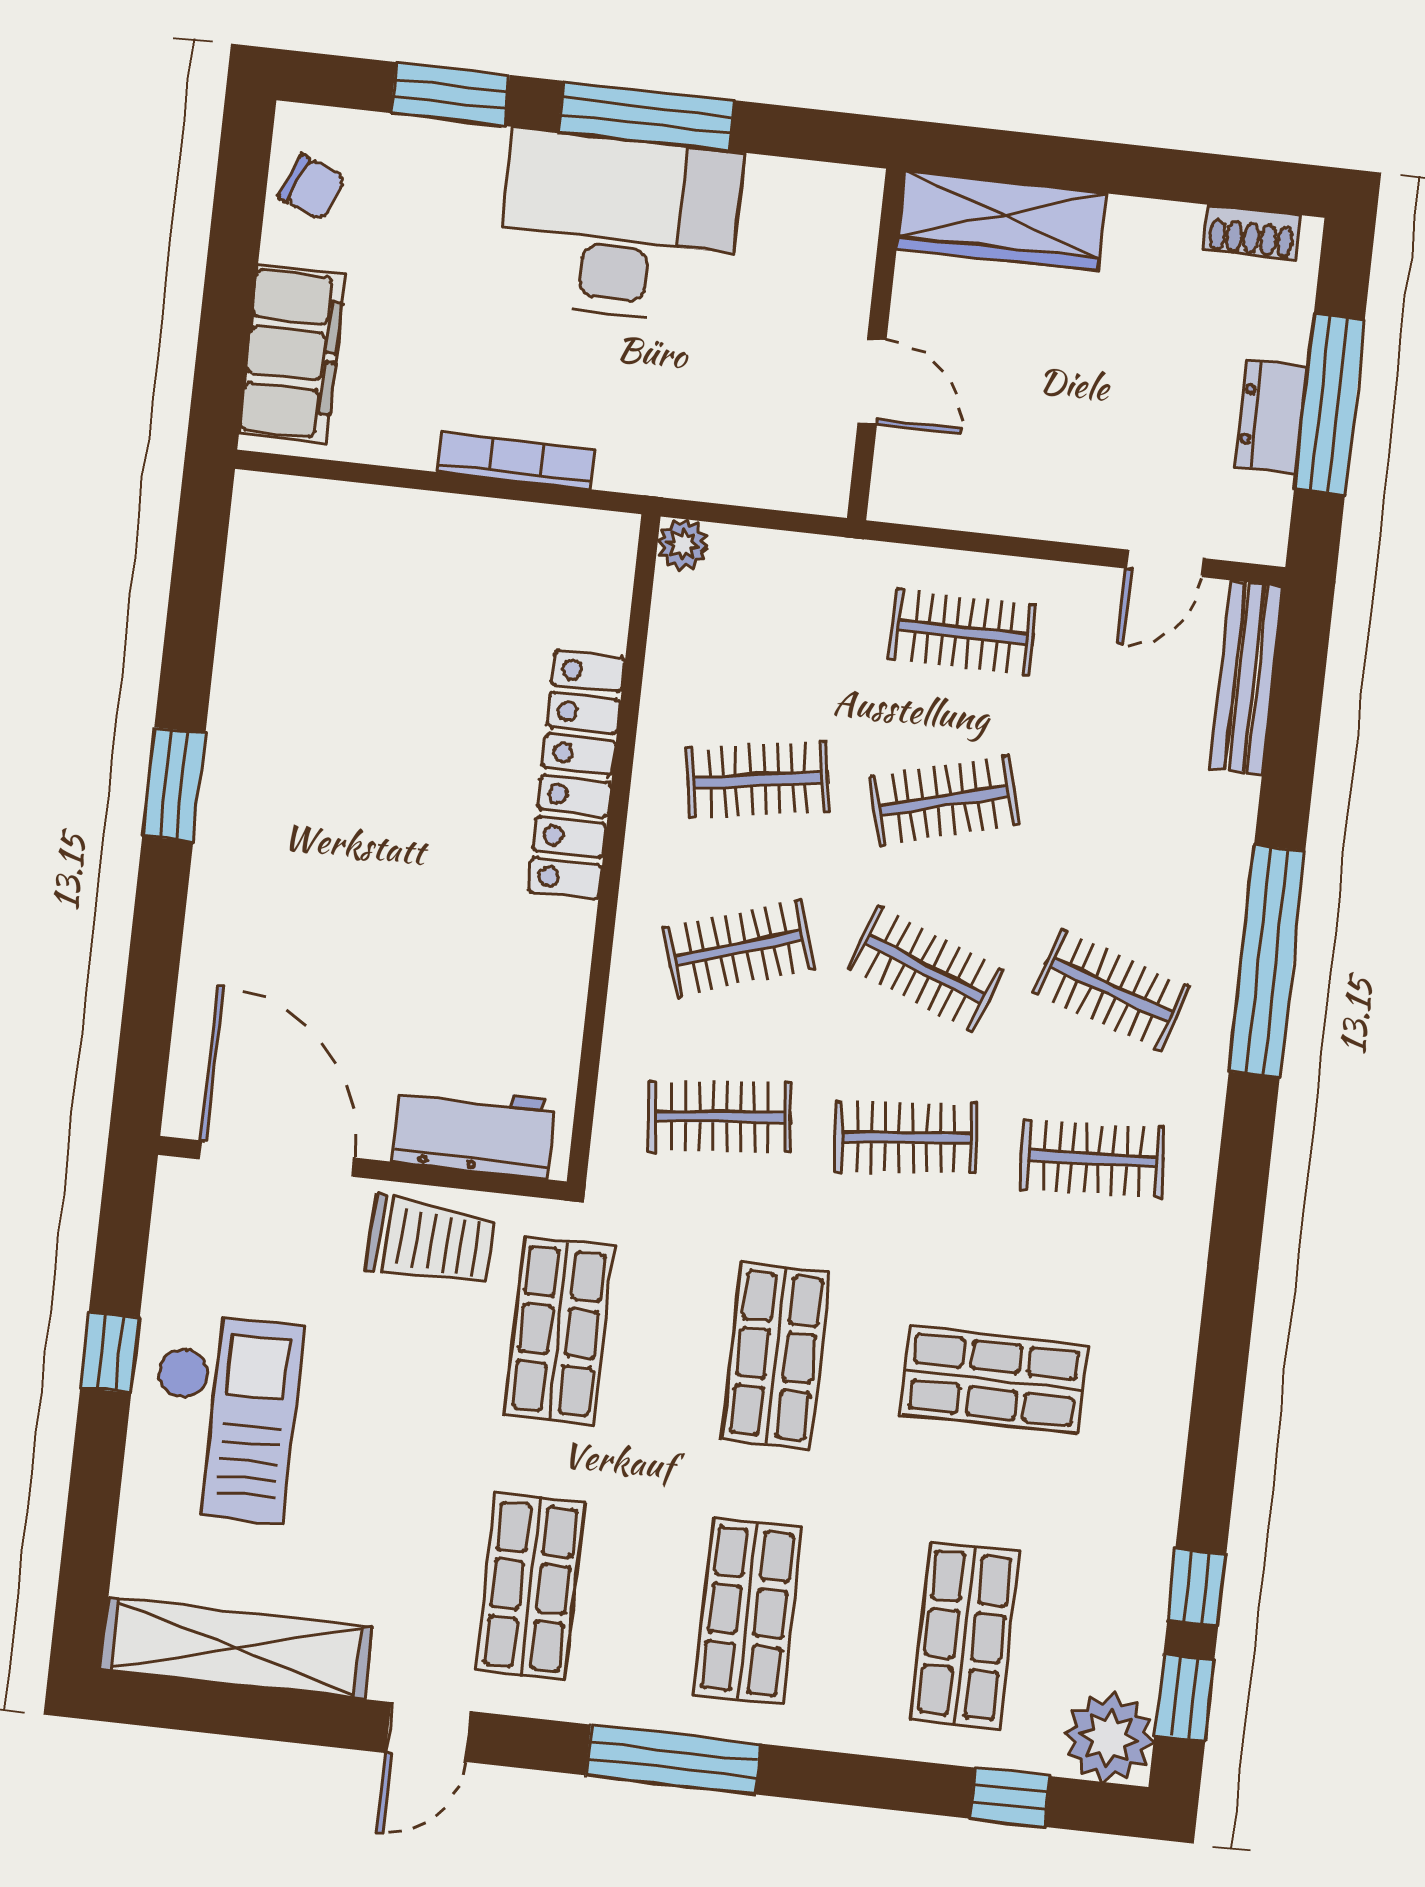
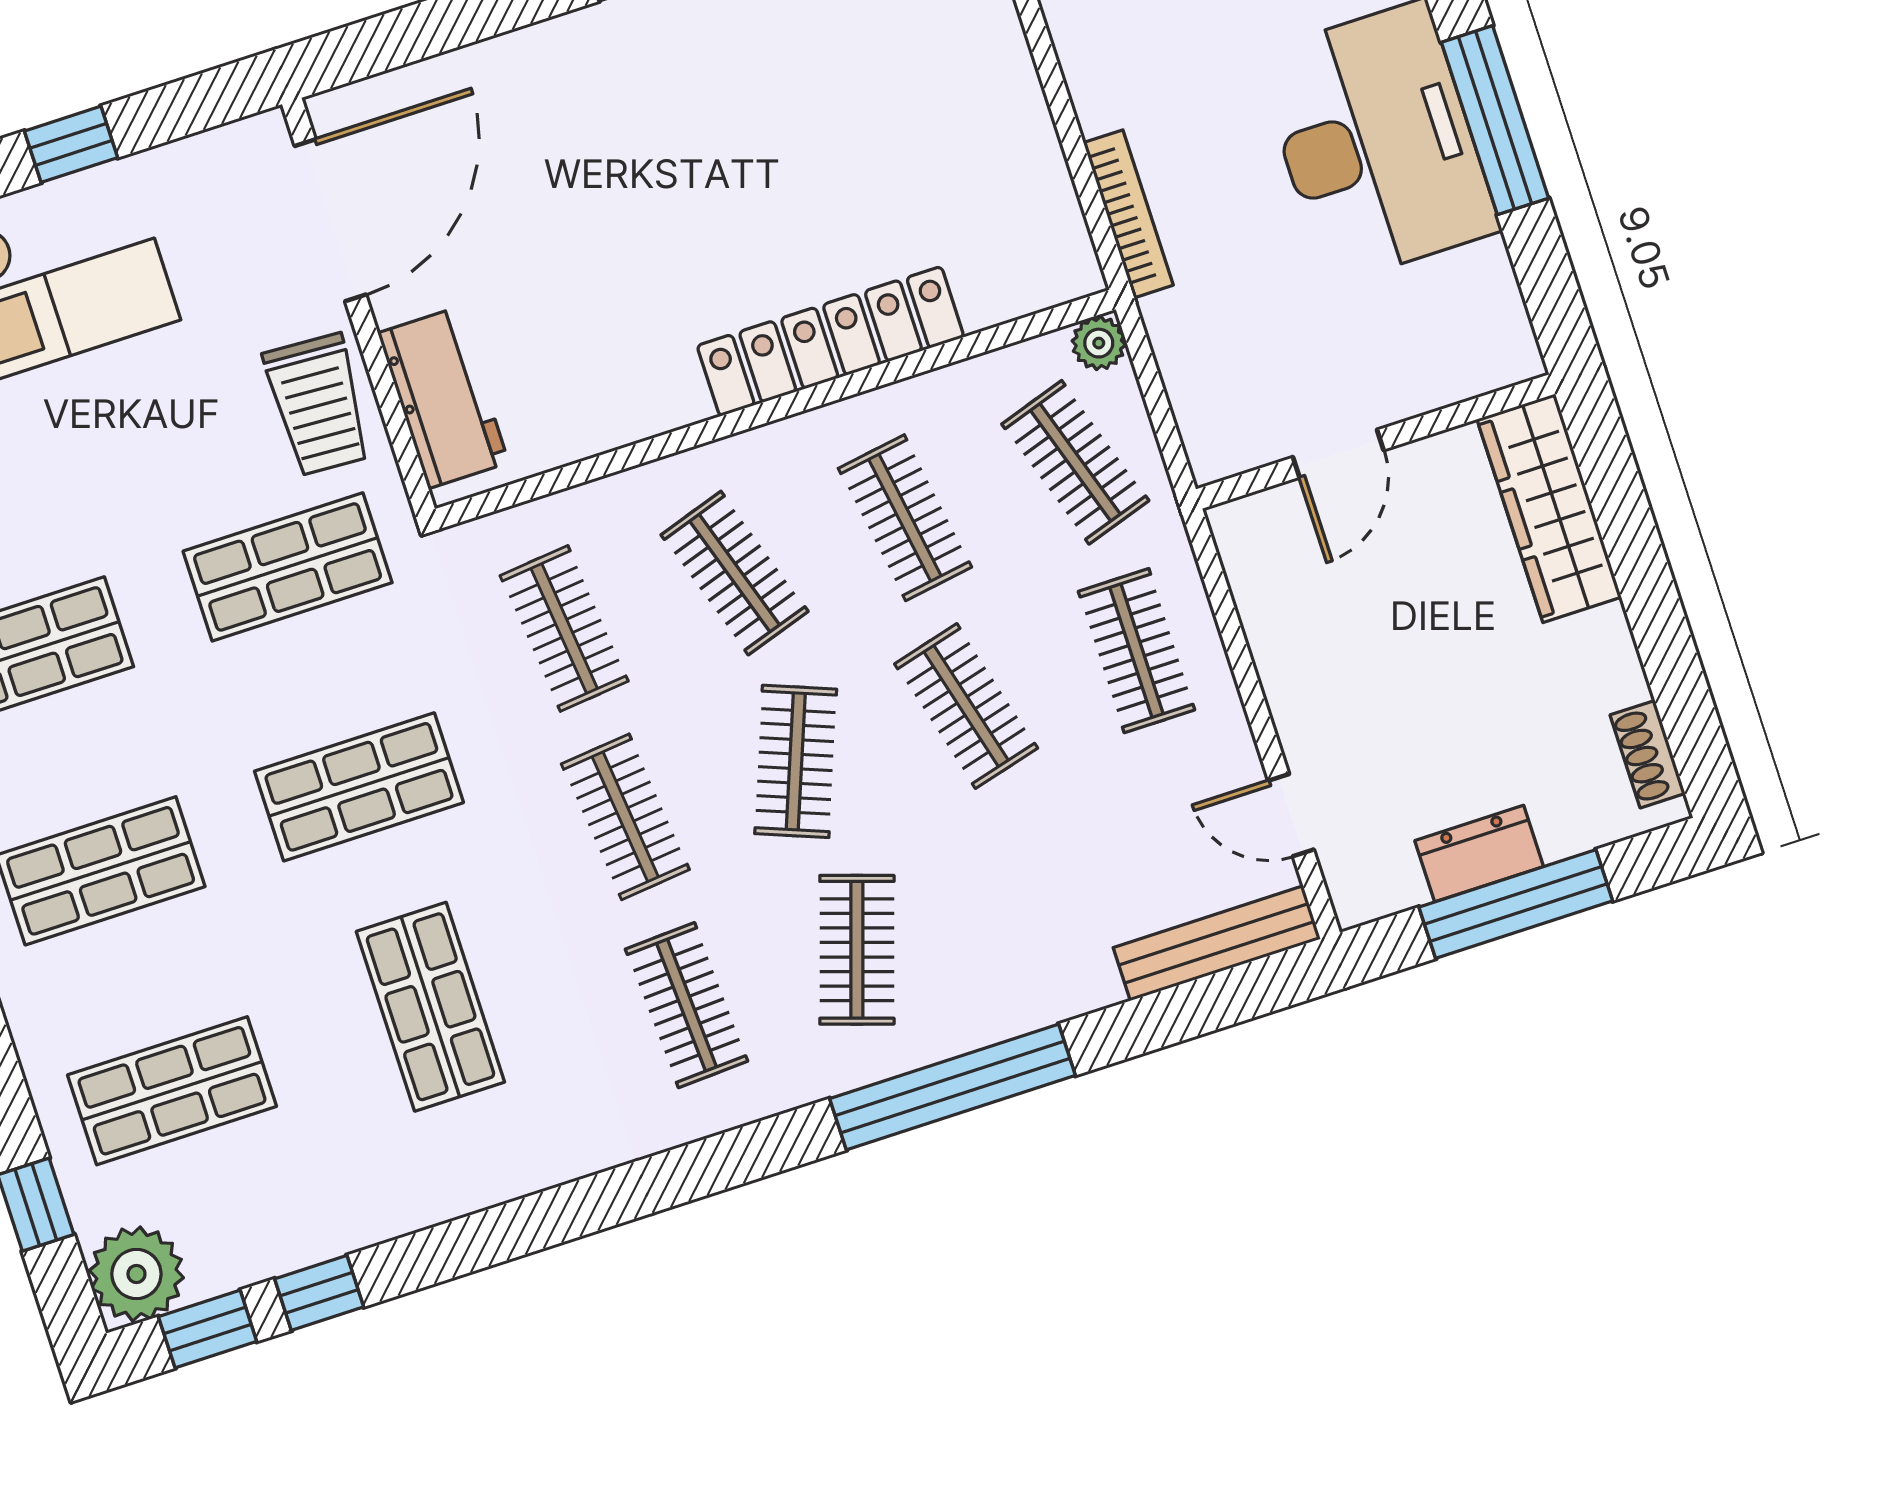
bookcase: (516, 461) -> (1128, 214), moved
clothes rail: (777, 611) -> (1075, 462), added

